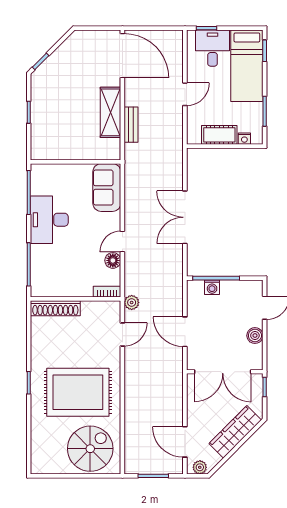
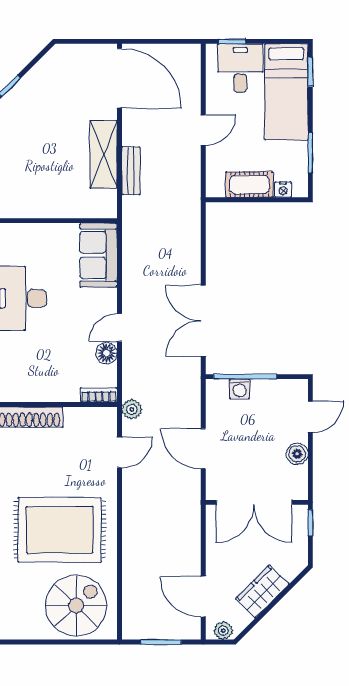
double door: (185, 217) -> (203, 321), moved
wardrobe: (235, 432) -> (262, 592), width x0.67

